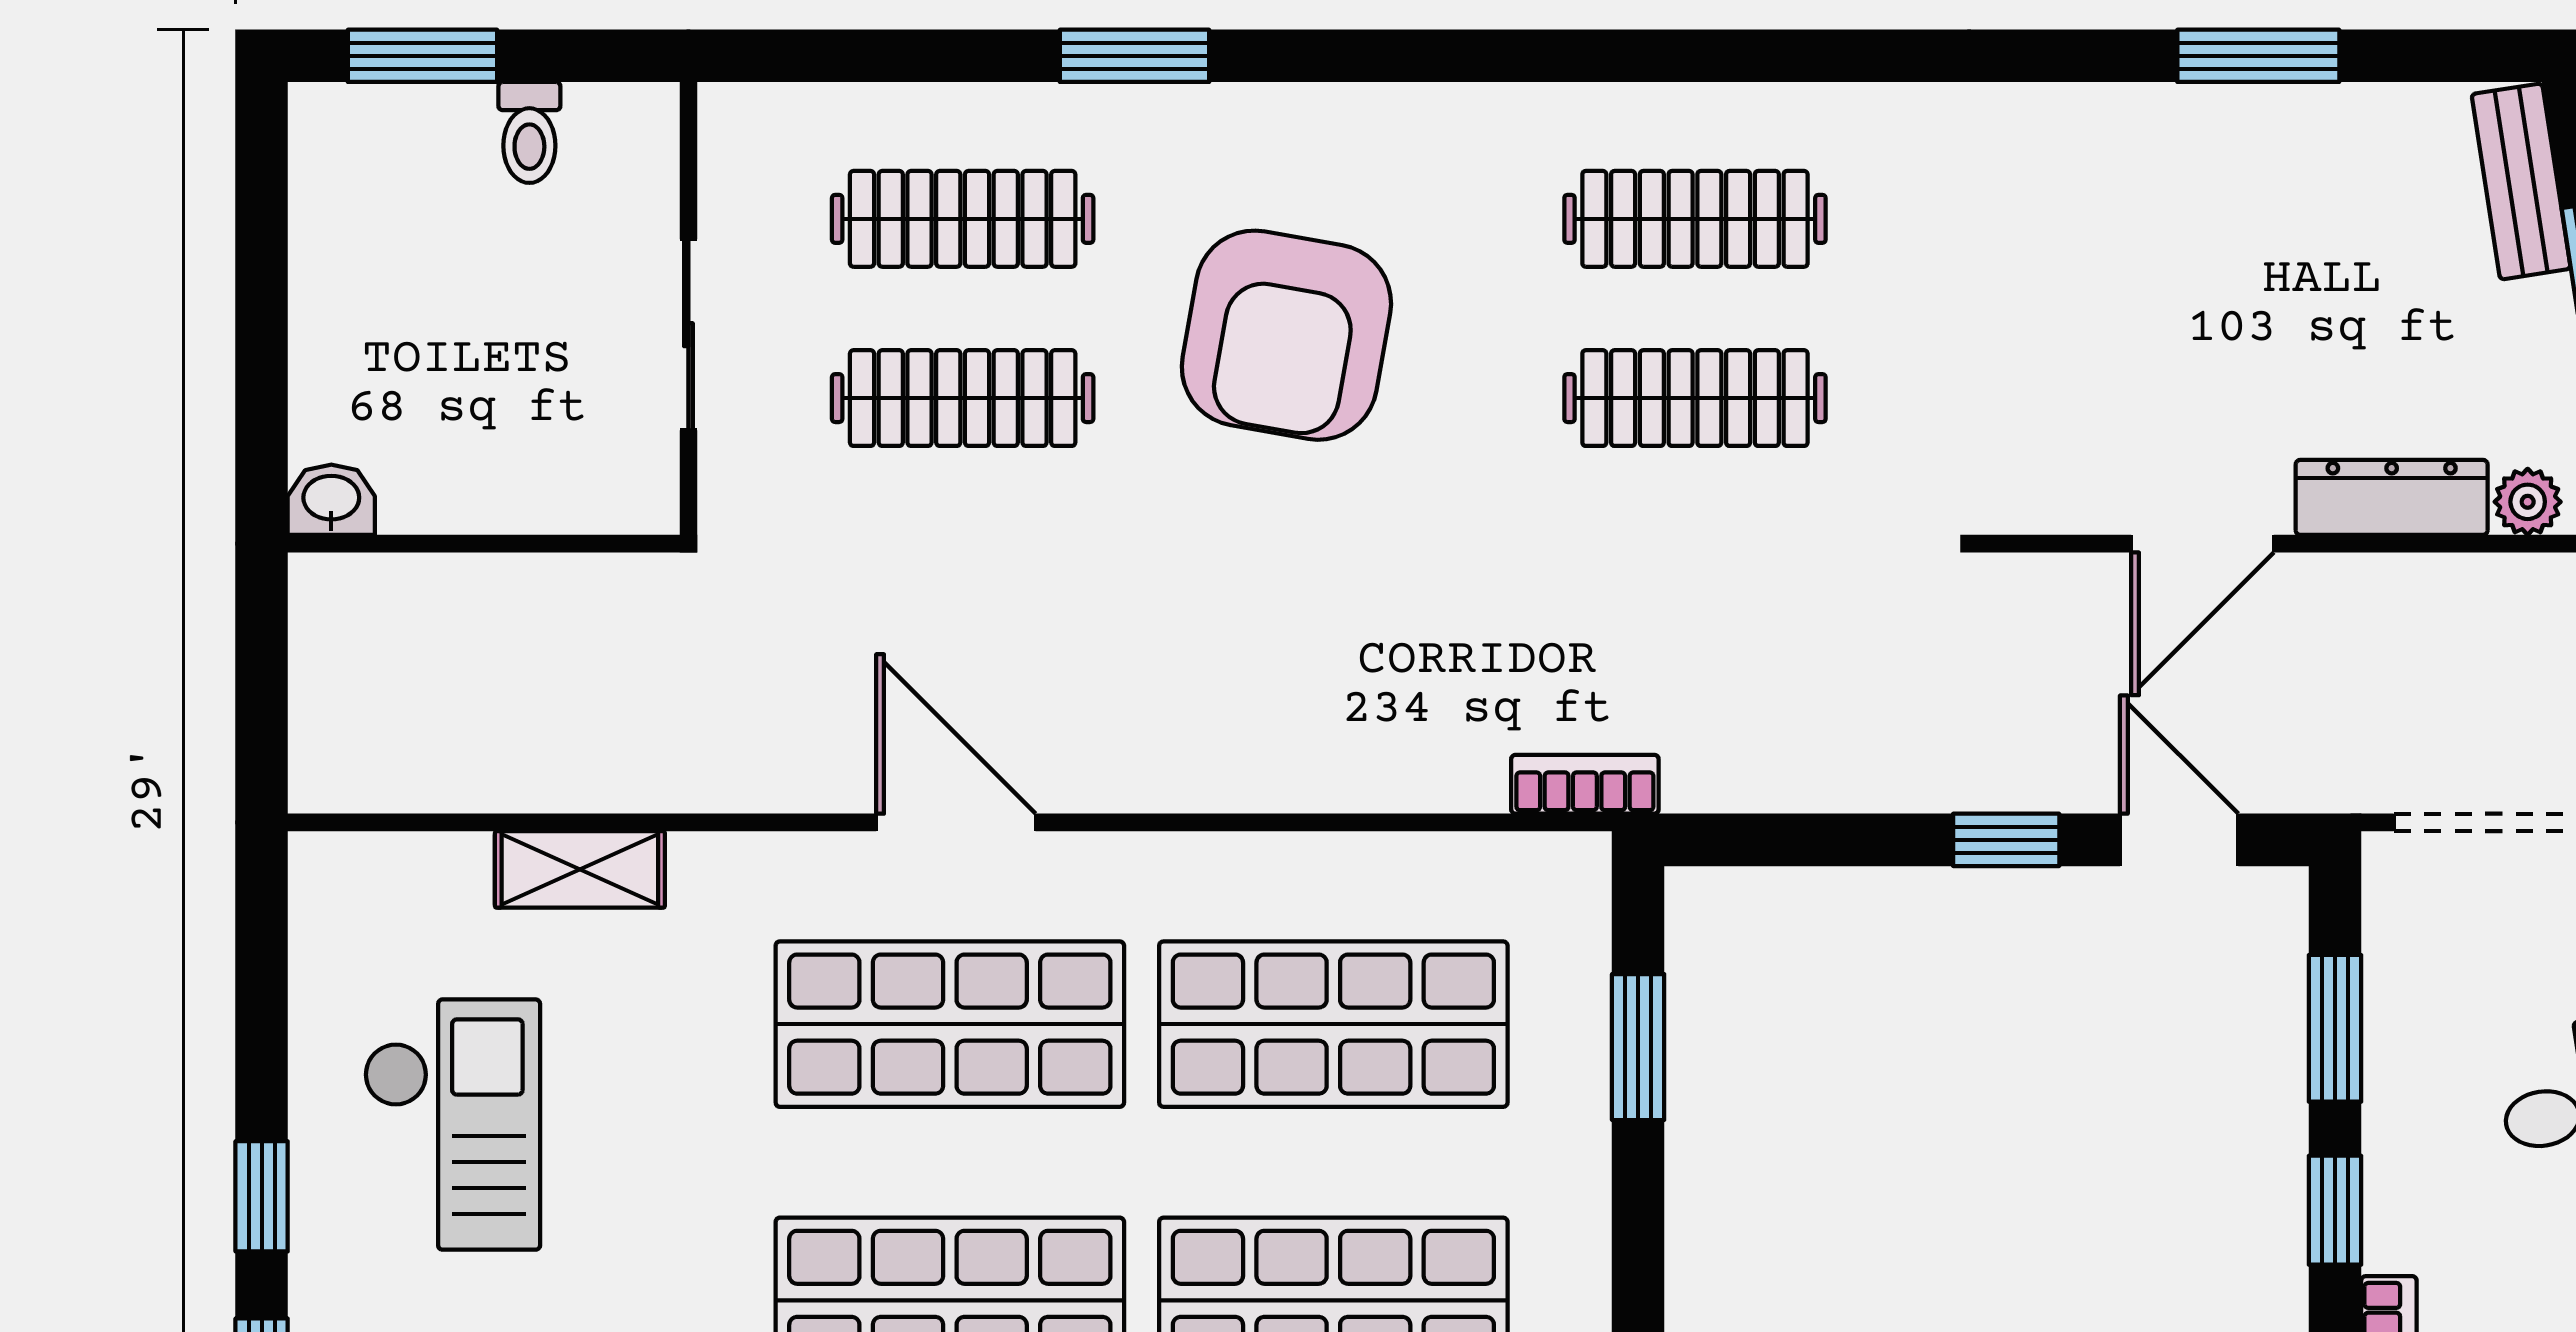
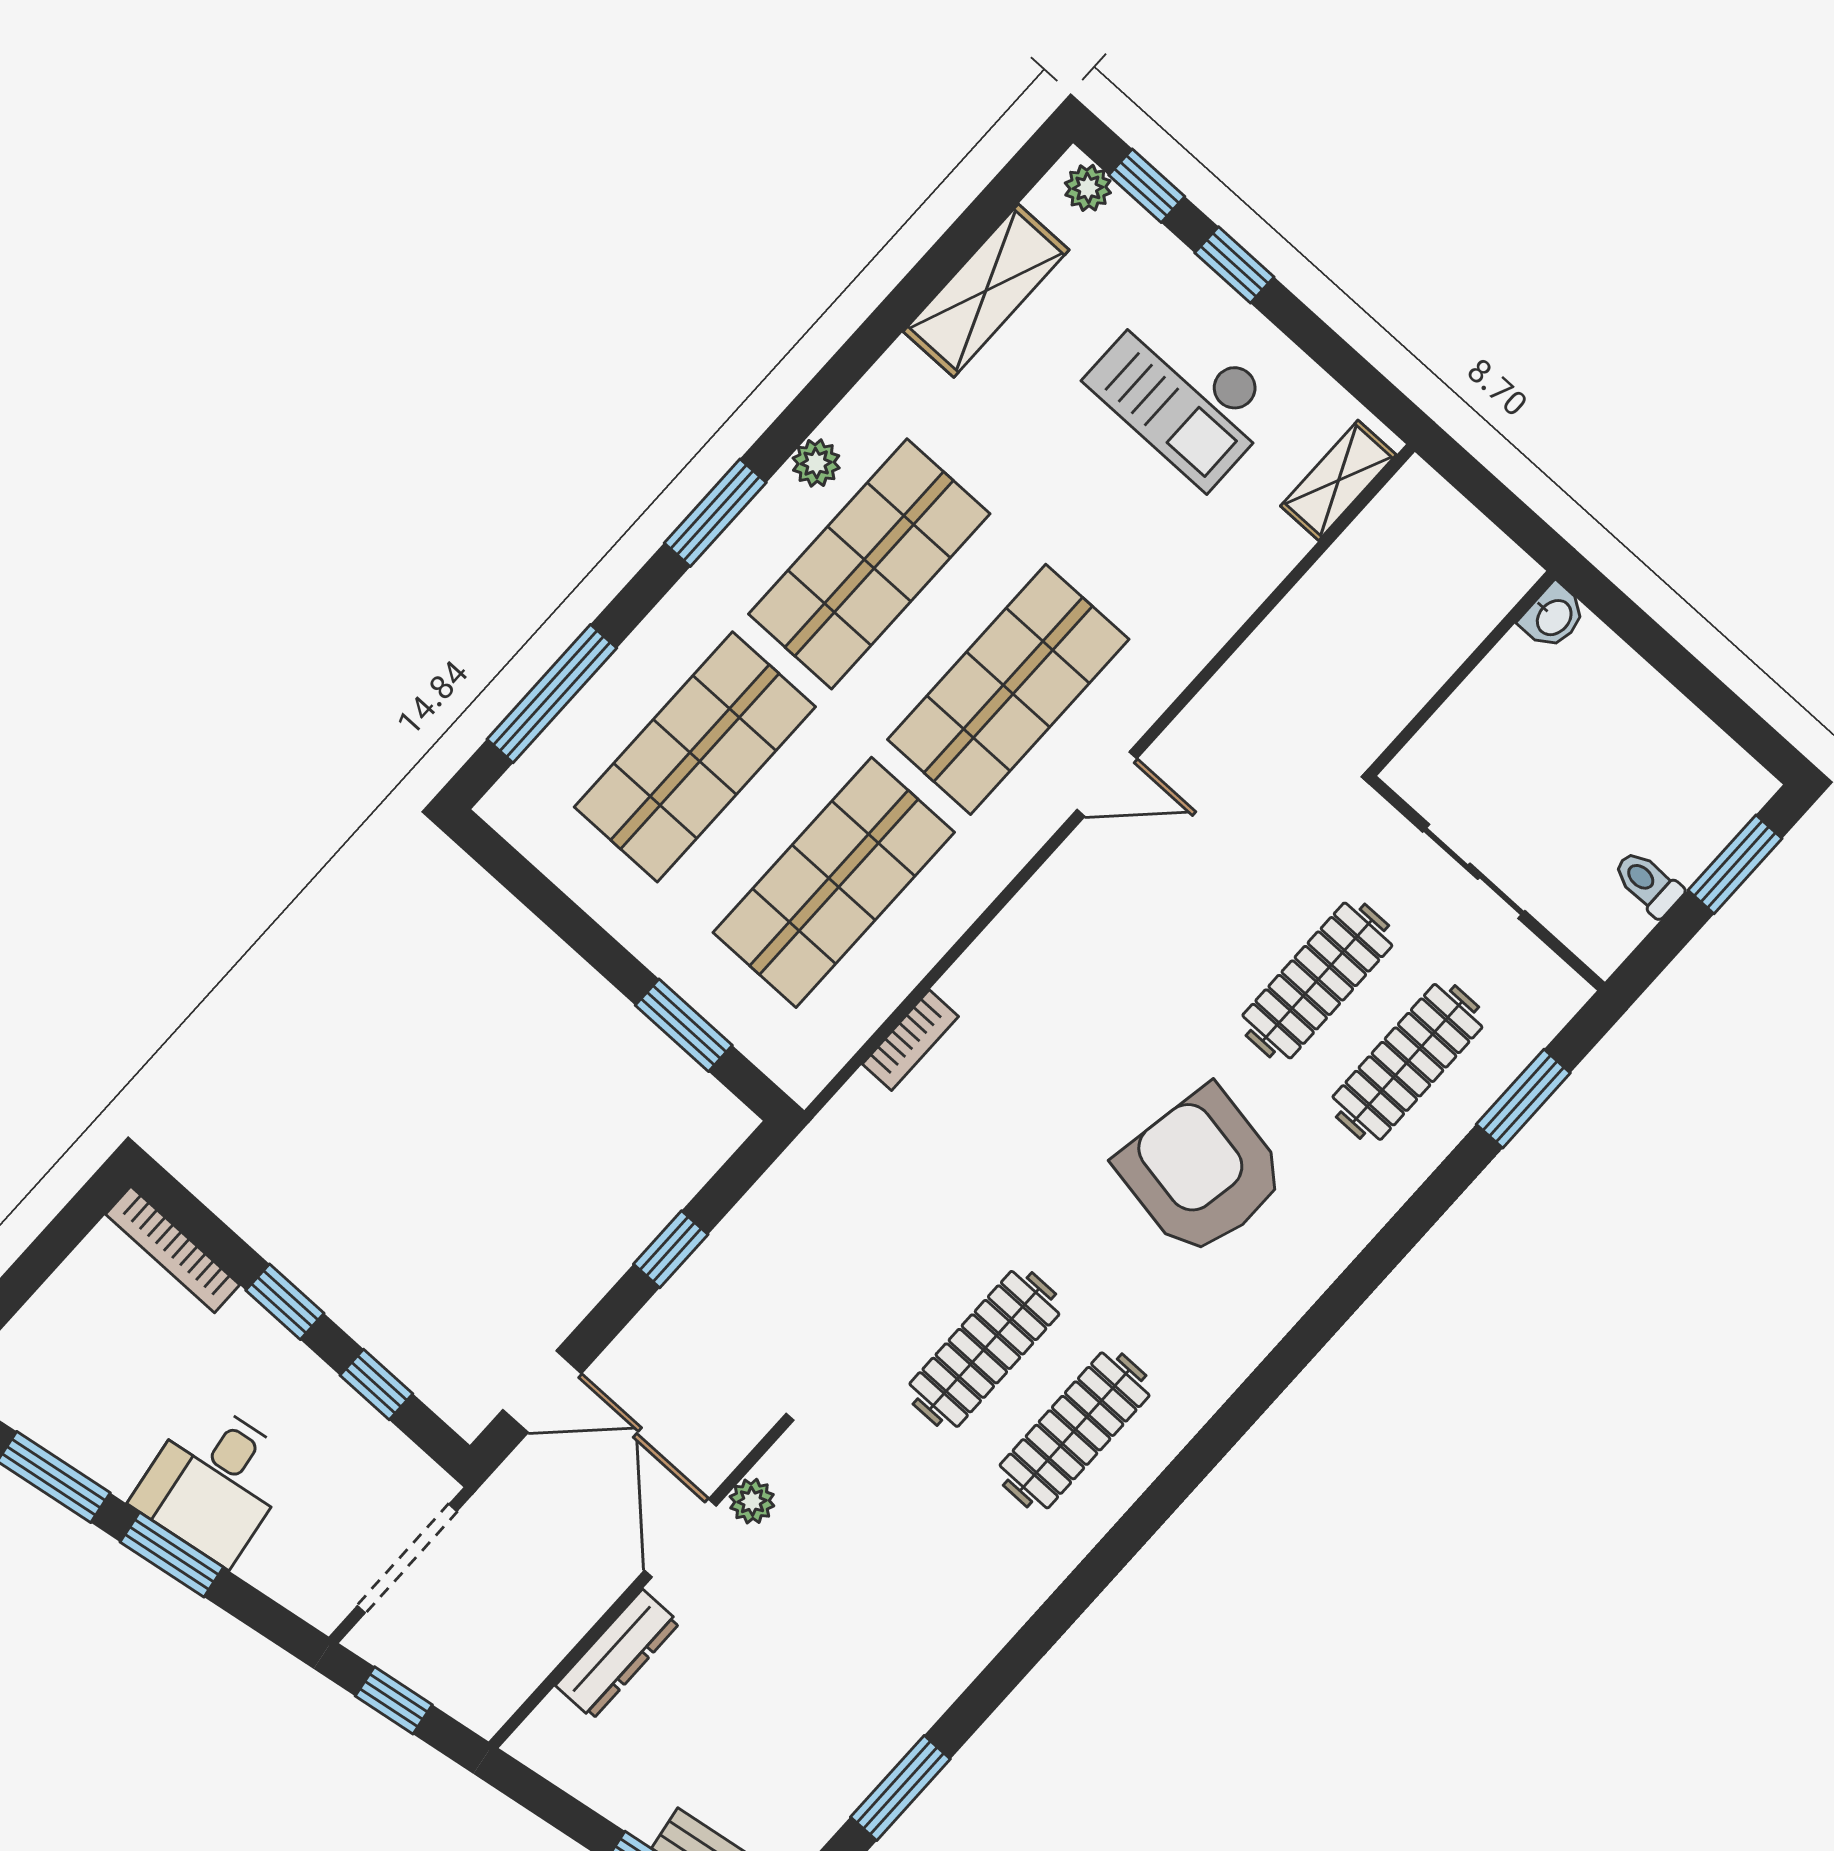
window: (1135, 56) -> (1523, 1099), moved
plant: (2528, 502) -> (752, 1501), moved
bookcase: (1585, 784) -> (910, 1040), moved
door: (956, 822) -> (1107, 784), width x0.73
window: (2006, 840) -> (671, 1249), moved
shelving: (580, 869) -> (1338, 480), moved
window: (2335, 1028) -> (376, 1384), width x0.67

